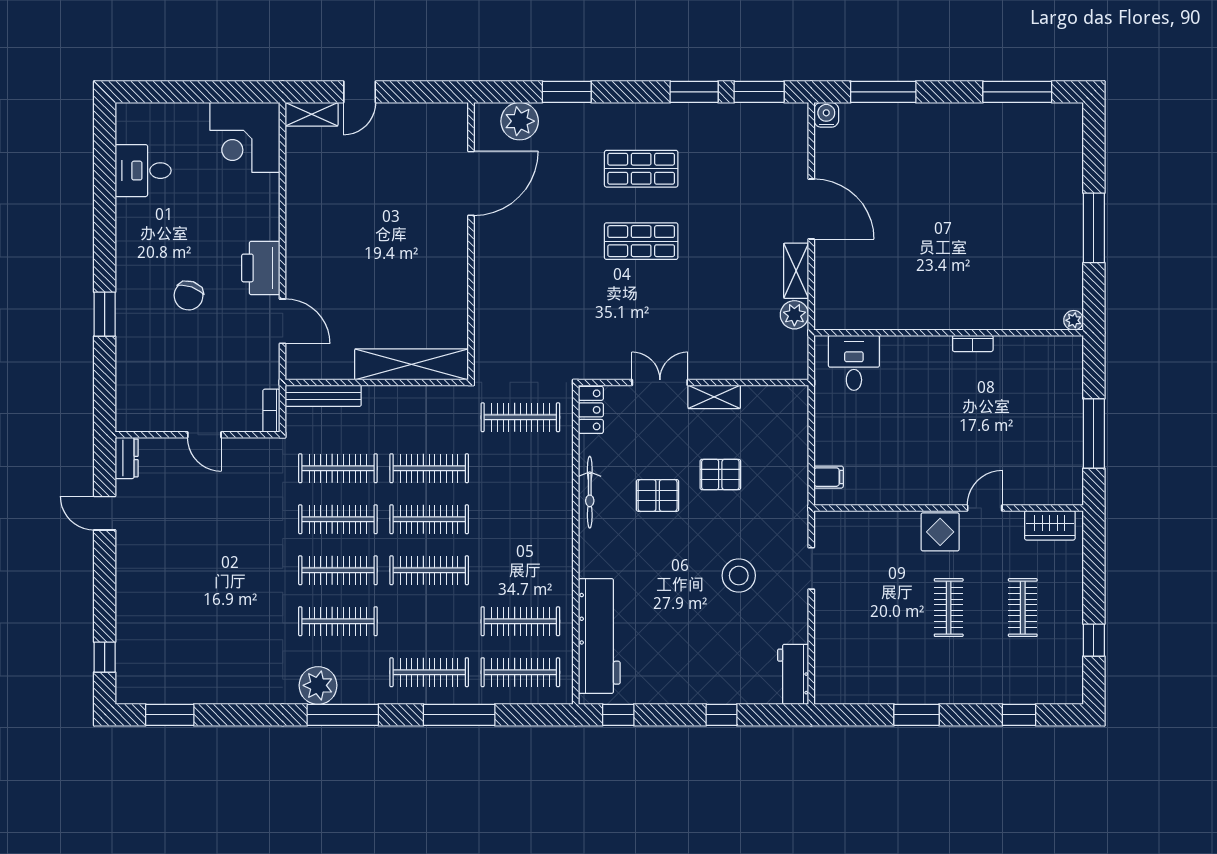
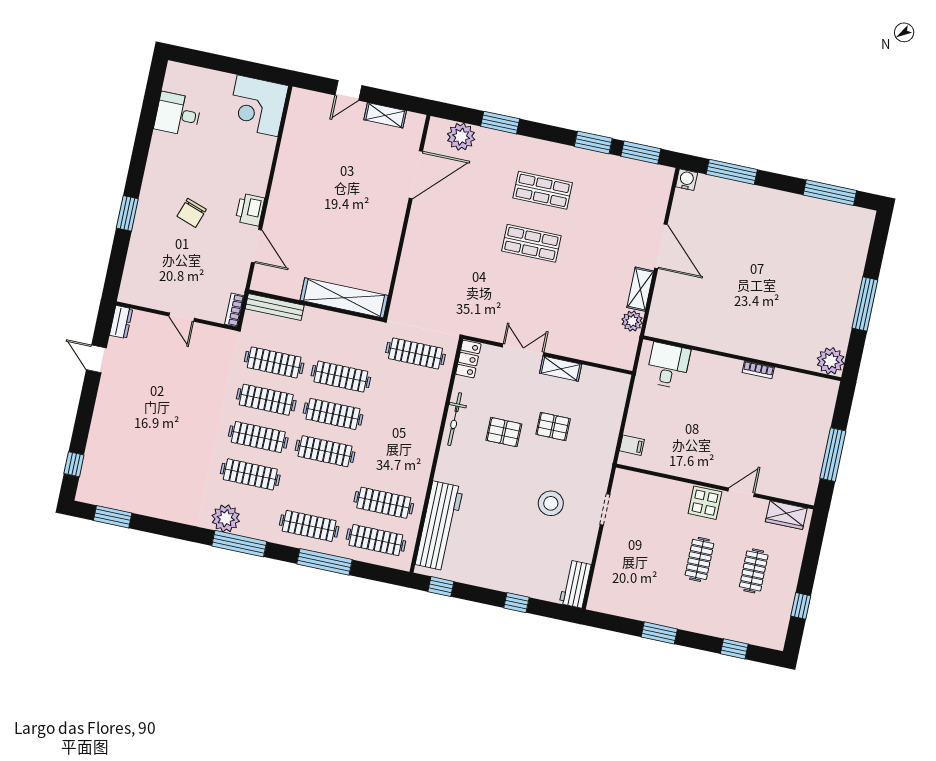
shelving: (312, 114) -> (385, 115), moved
printer: (261, 268) -> (250, 210), width x0.73, depth x0.84
plant: (1074, 320) -> (831, 361), width x1.88, depth x1.88

